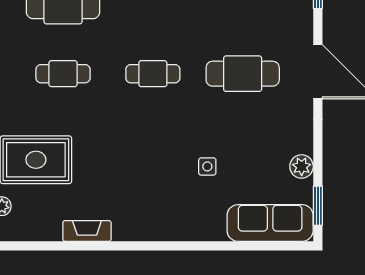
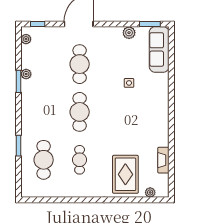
cafe table: (153, 74) -> (80, 112), width x1.37, depth x1.35
fireplace: (87, 231) -> (163, 160), moved

